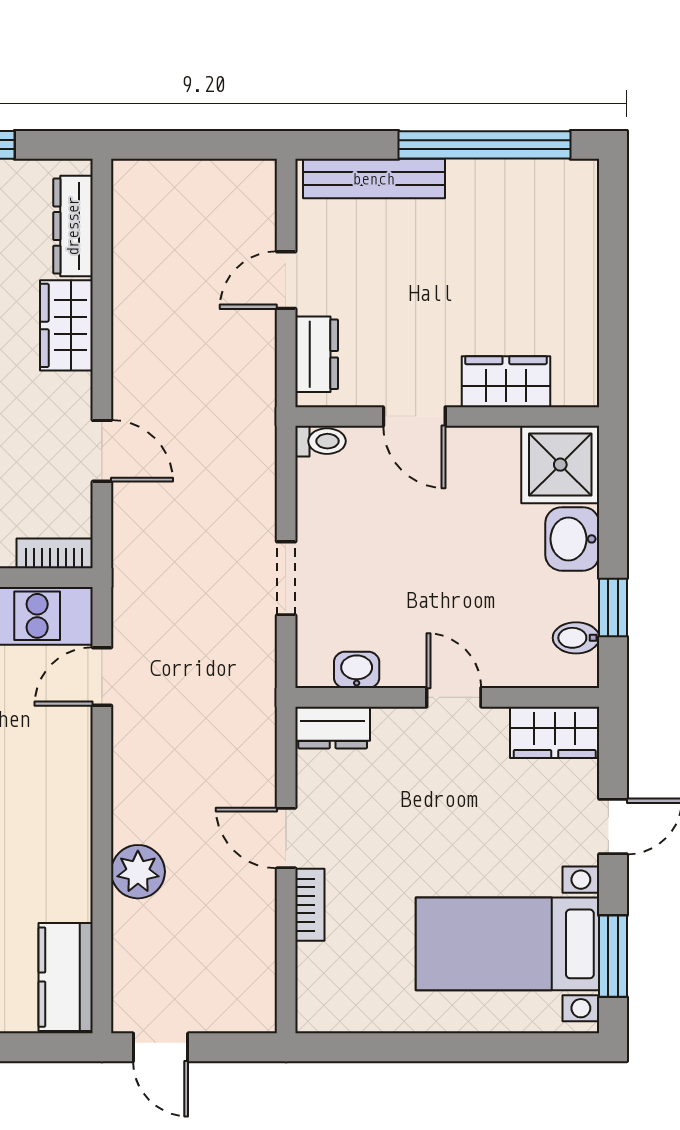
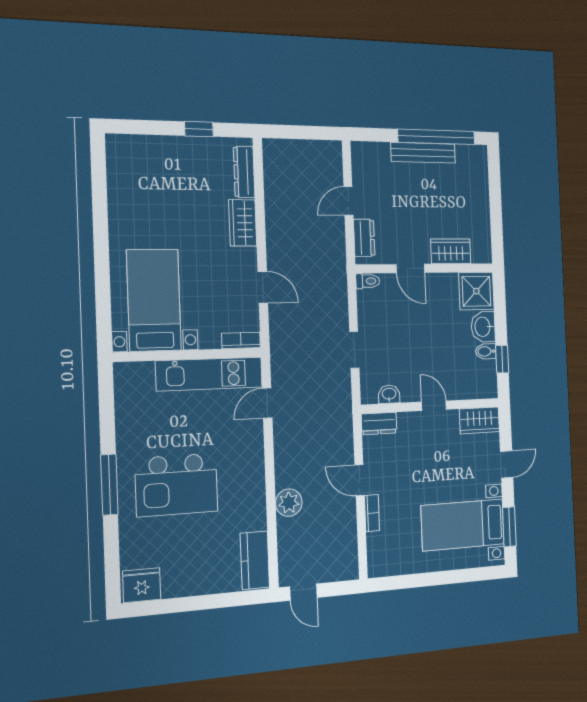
bench: (374, 179) -> (423, 153), moved
bidet: (576, 638) -> (486, 351), moved

